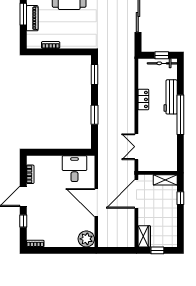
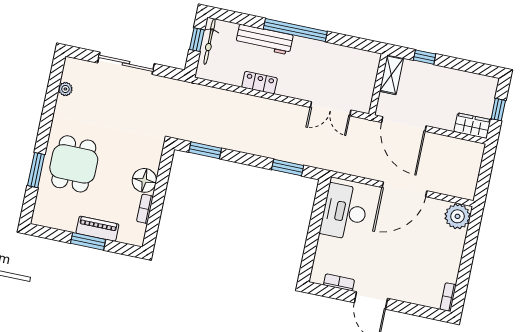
floor lamp: (68, 41) -> (144, 180), added
window: (95, 115) -> (288, 167), moved
desk: (74, 169) -> (345, 212), width x1.37
window: (23, 221) -> (409, 308), removed

